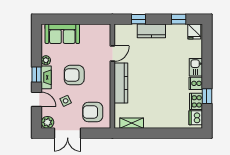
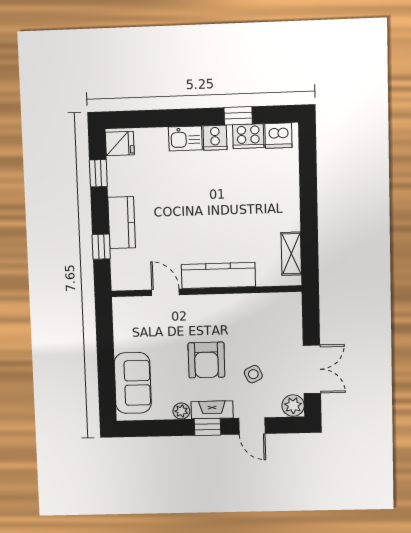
door: (37, 99) -> (252, 426), swing flipped
armchair: (93, 112) -> (272, 325), removed

